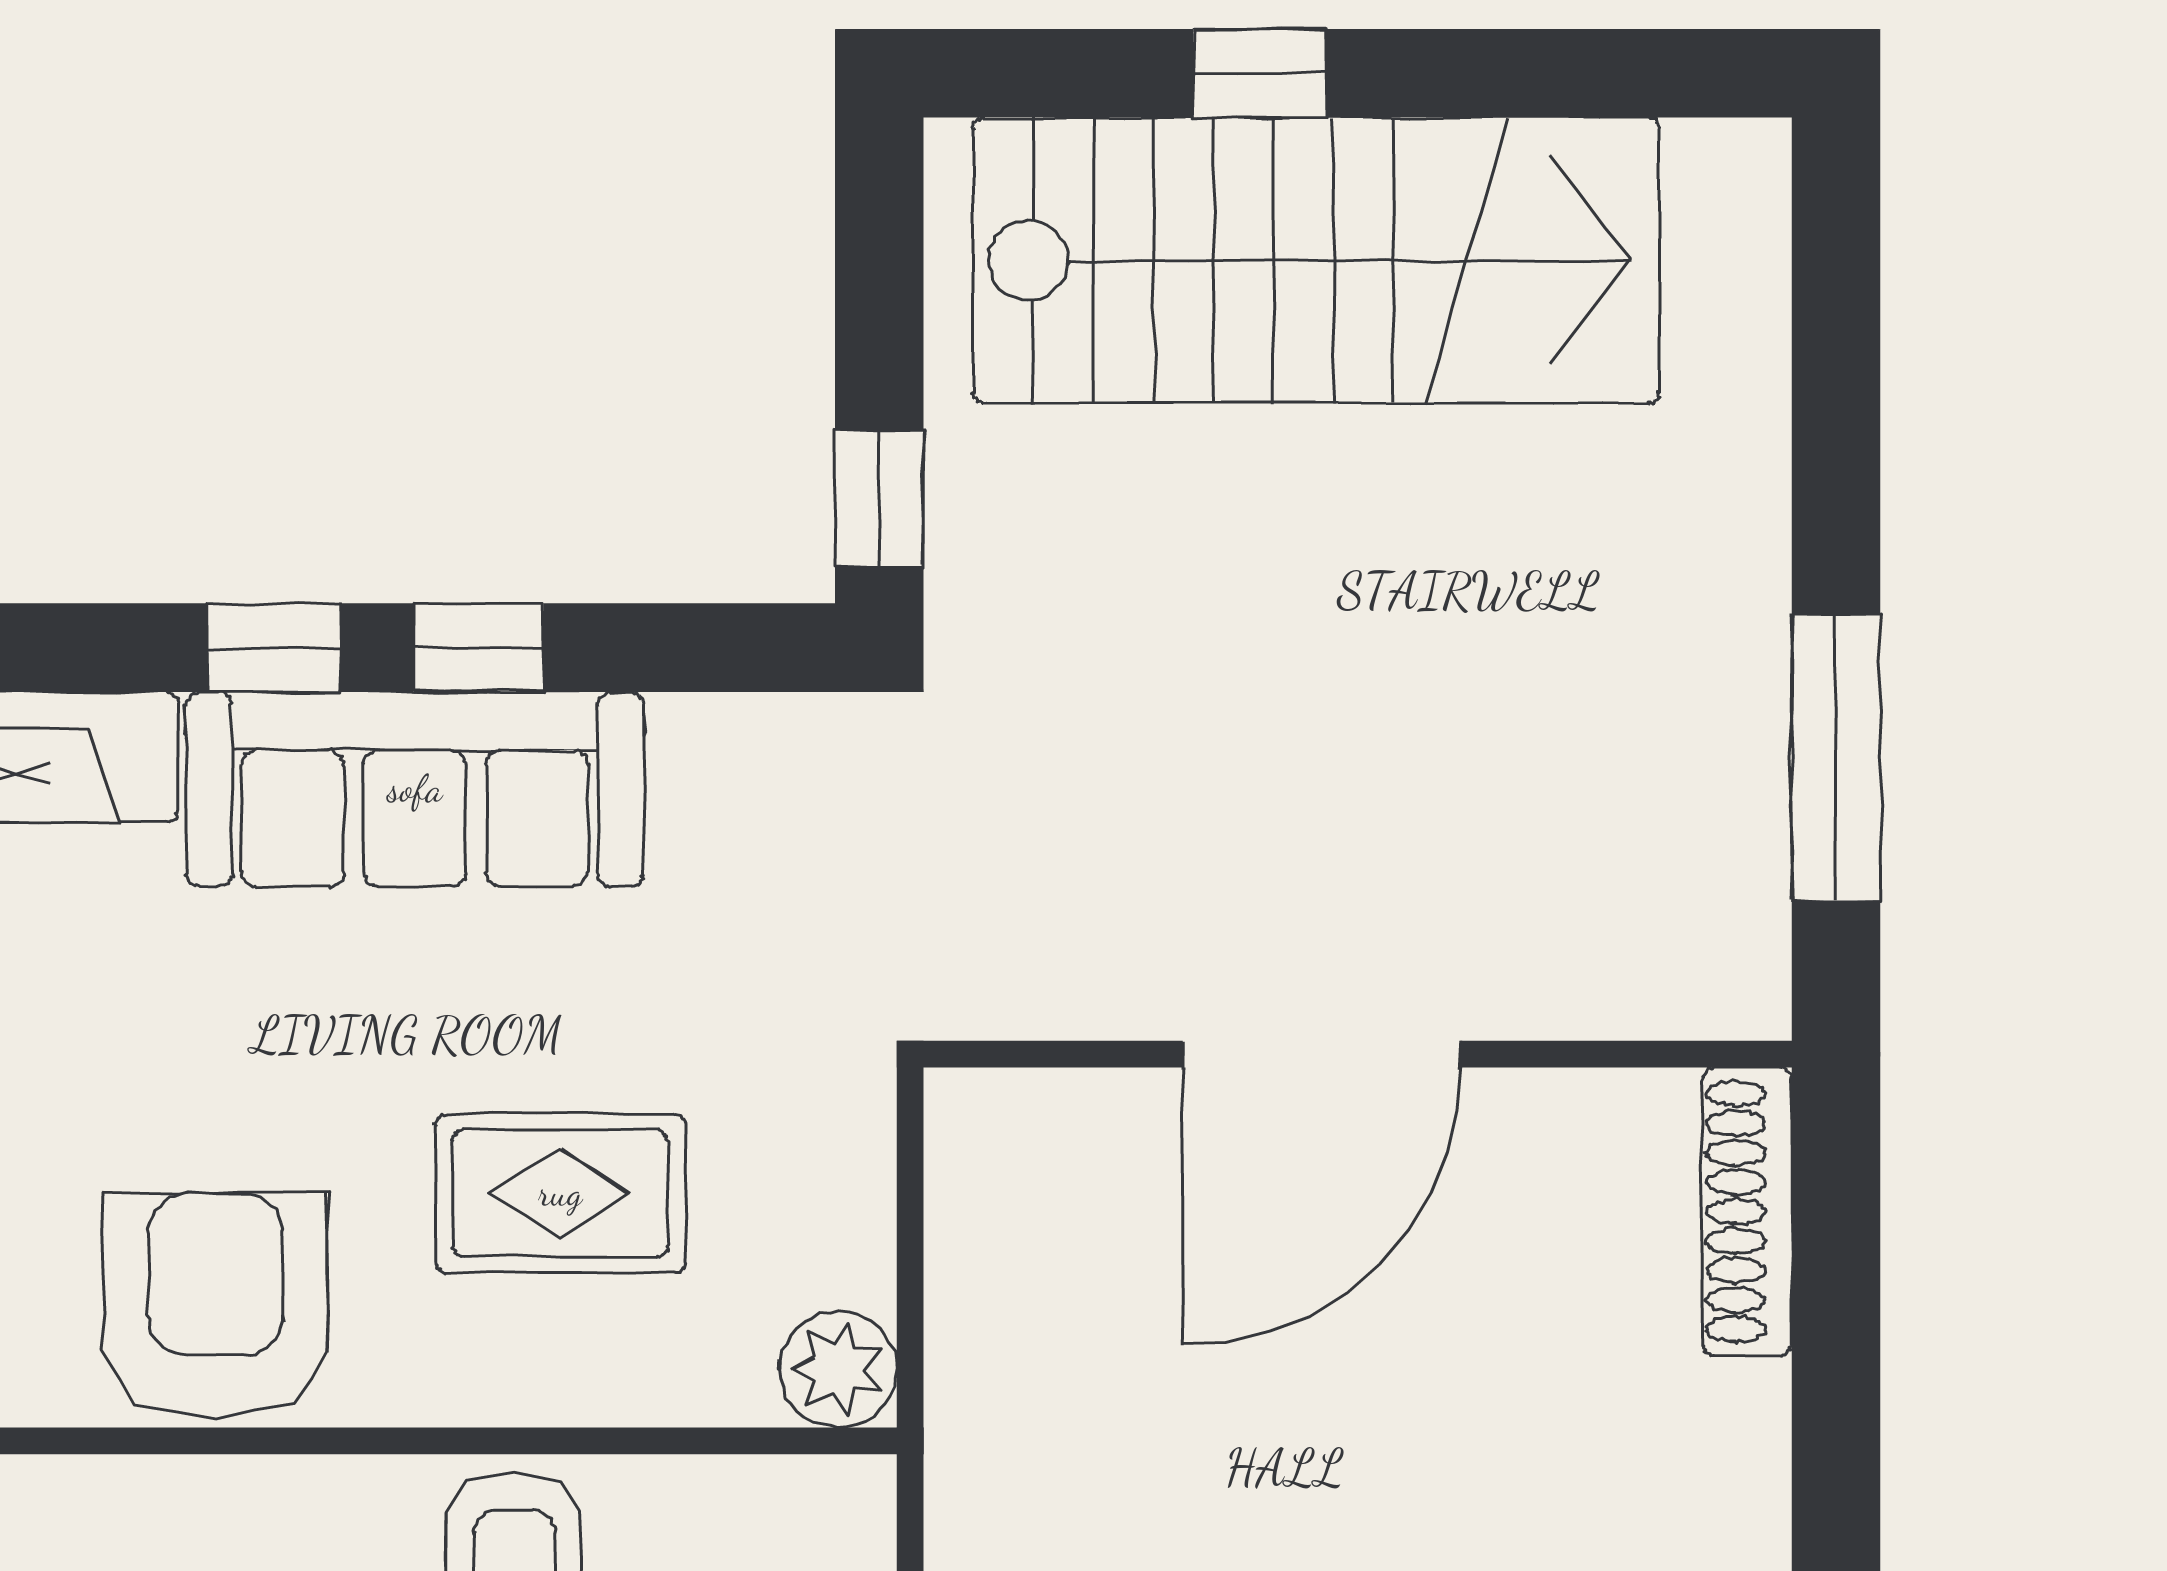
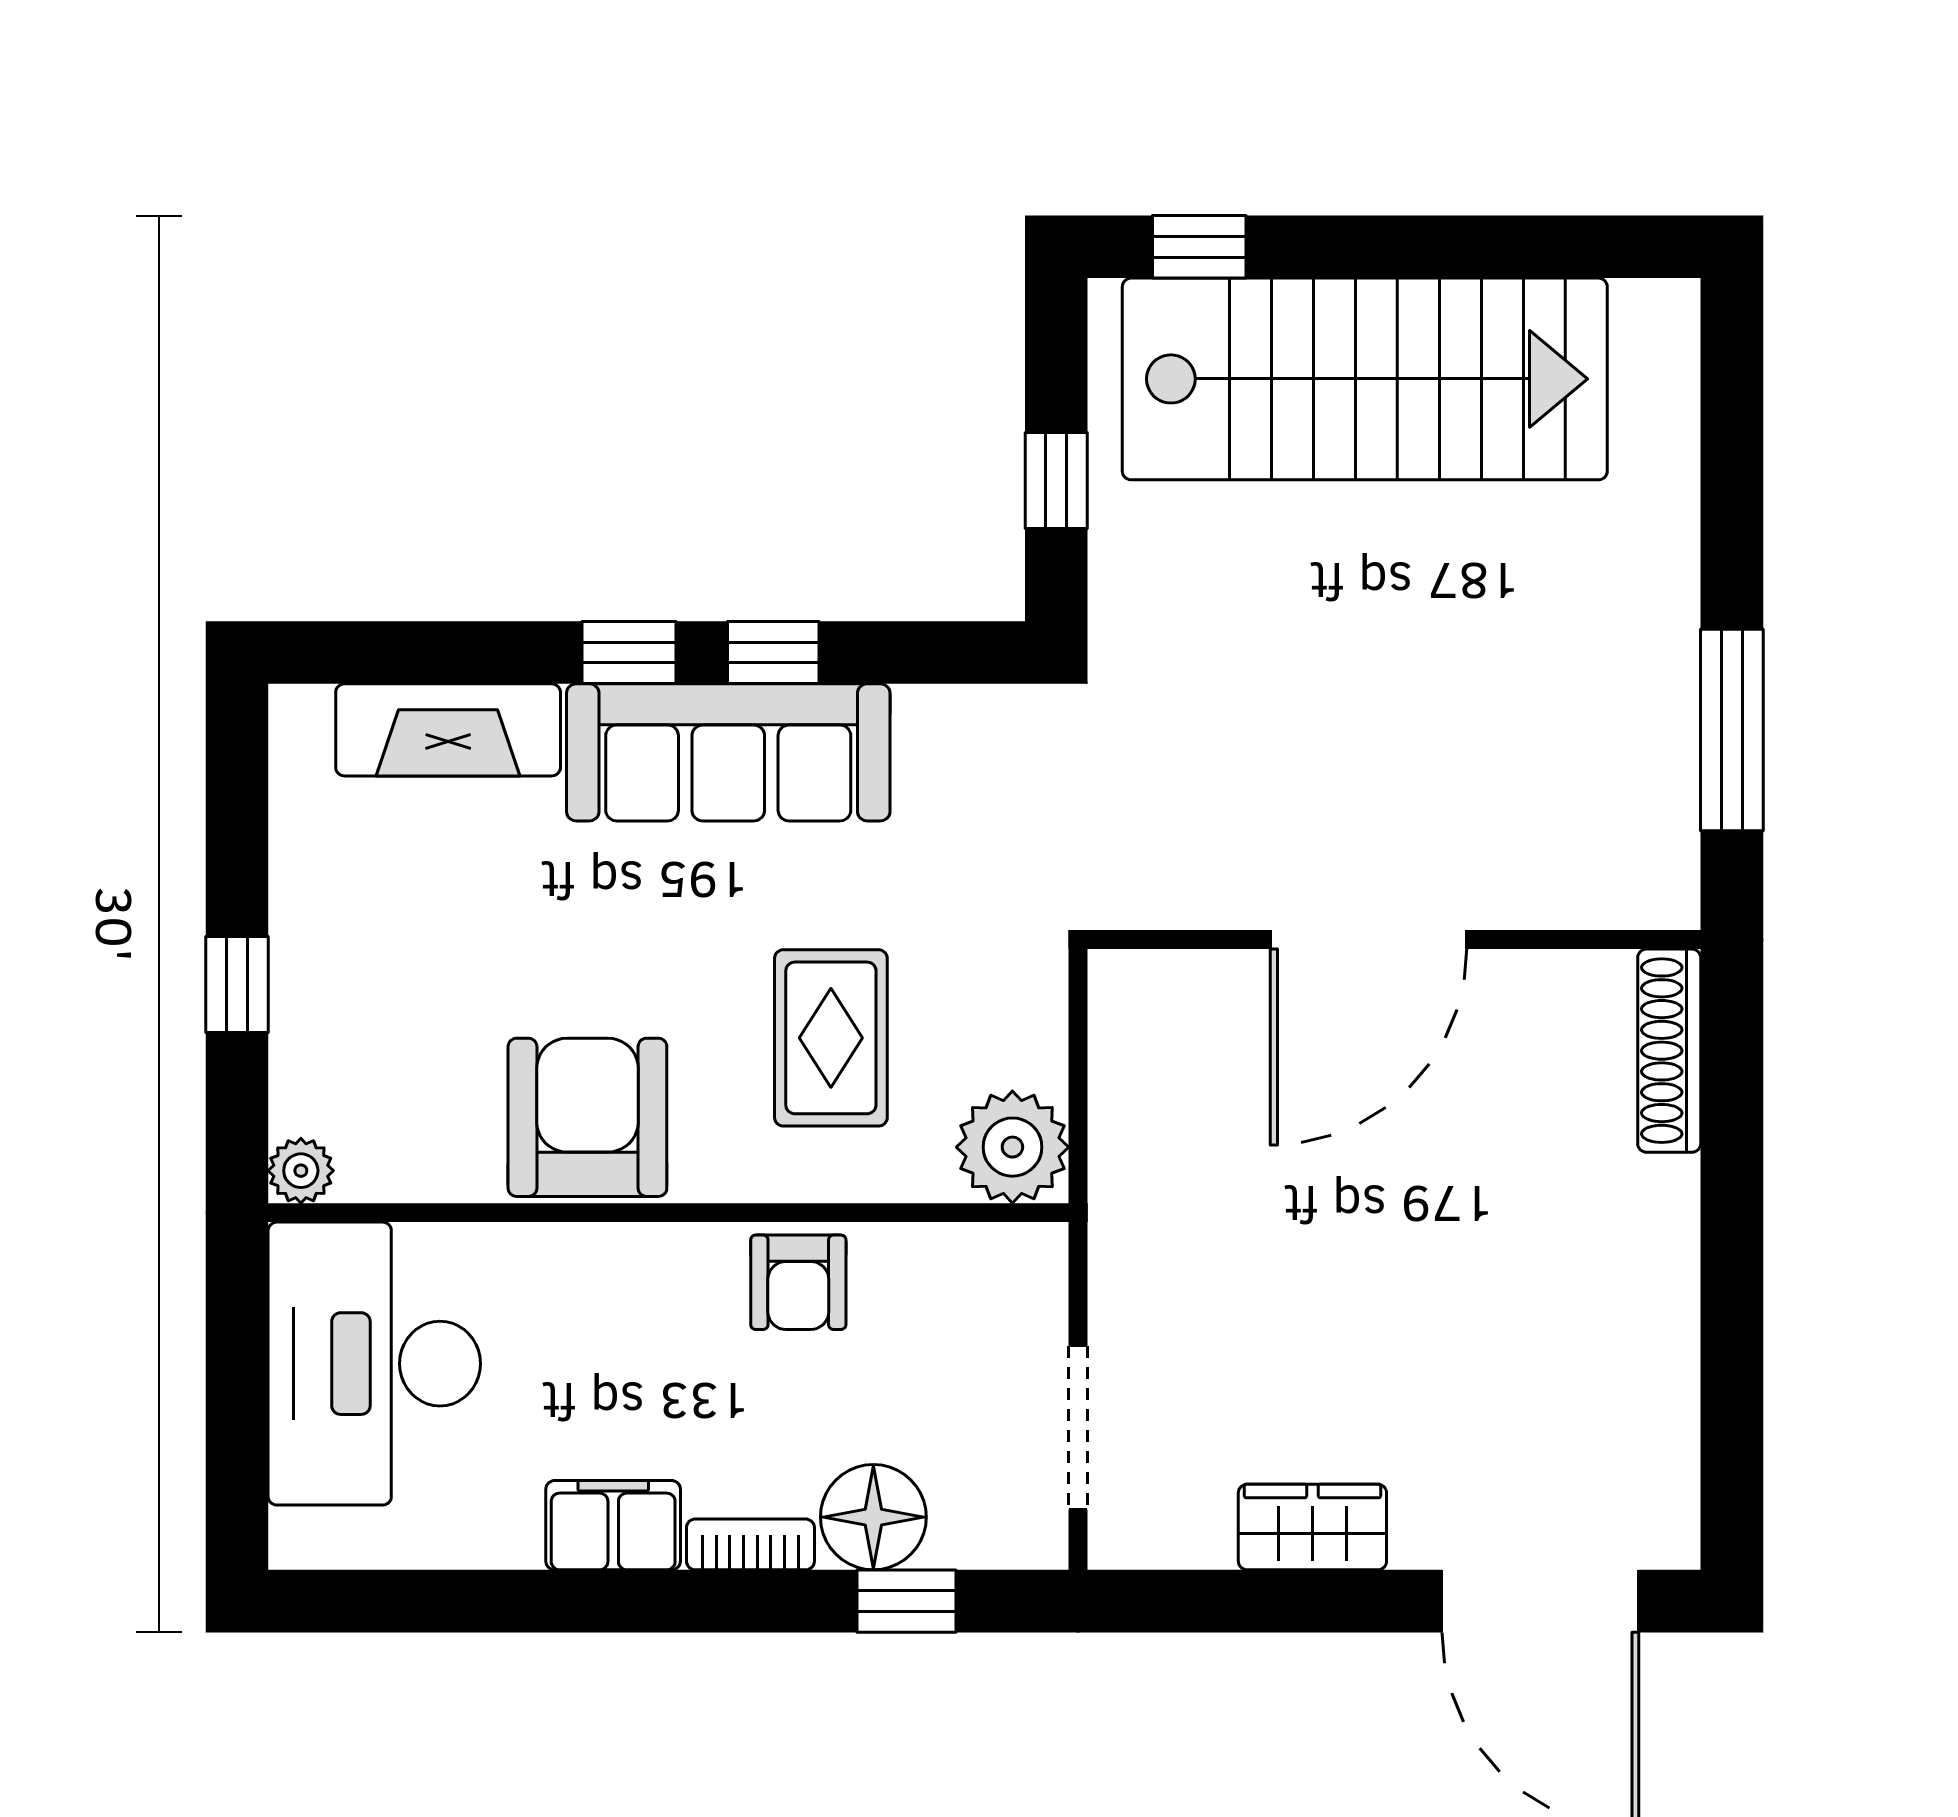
window: (1260, 73) -> (1199, 247), moved
window: (879, 498) -> (1056, 481), moved
rug: (560, 1193) -> (831, 1038), turned 90
plant: (839, 1369) -> (1012, 1147), width x1.36, depth x1.36

